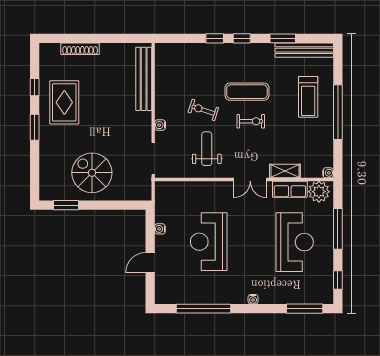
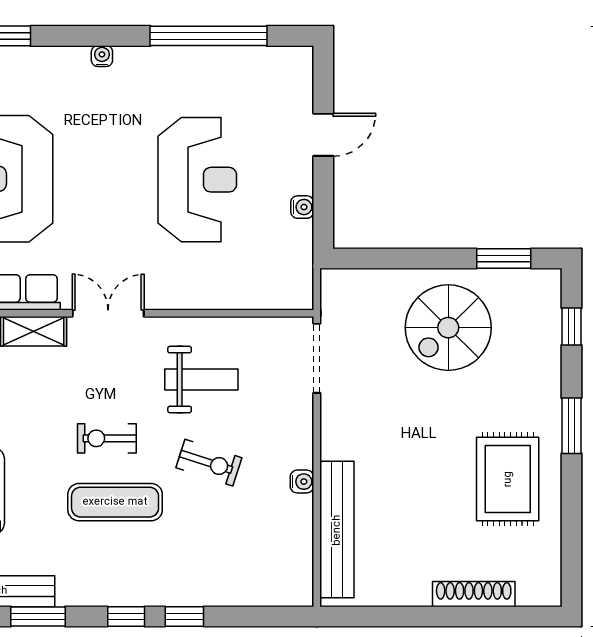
window: (35, 87) -> (572, 327), moved
water cooler: (160, 125) -> (302, 482), moved
weight bench: (207, 149) -> (201, 380), turned -90
spiral stairs: (92, 173) -> (448, 328), turned 90

